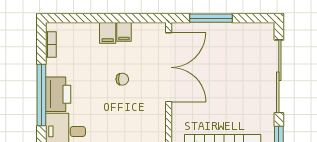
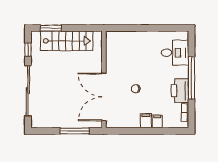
filing cabinet: (124, 32) -> (157, 121), moved
printer: (58, 94) -> (180, 91), moved

